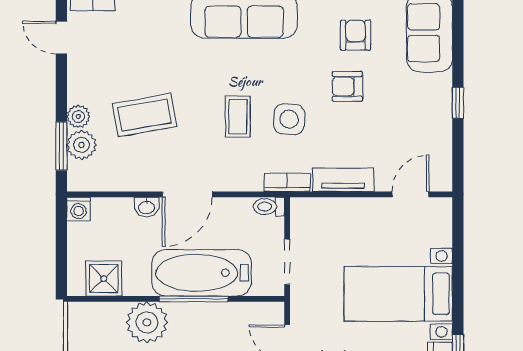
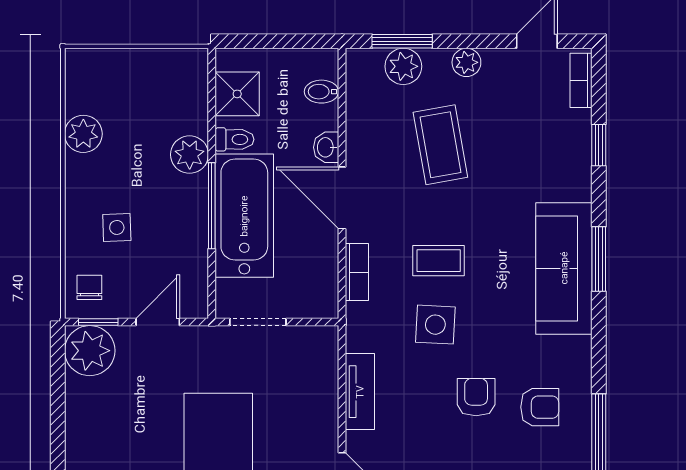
plant: (78, 117) -> (466, 62), moved
bookcase: (287, 182) -> (357, 272), moved
toilet: (269, 207) -> (234, 139), moved, turned 90
washing machine: (79, 209) -> (324, 63), removed
bidet: (102, 211) -> (321, 92), added
plant: (147, 322) -> (190, 155), width x0.73, depth x0.73

